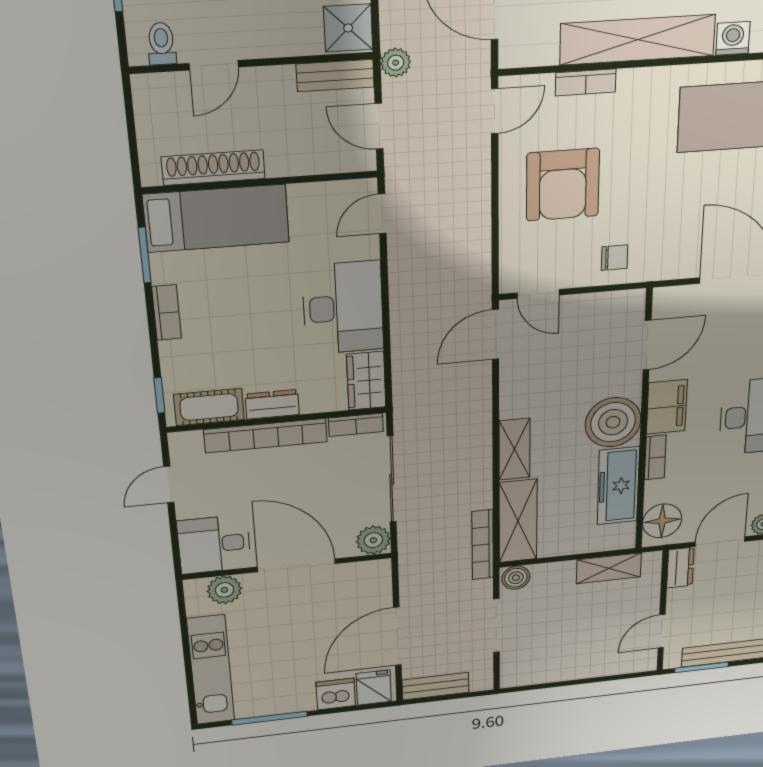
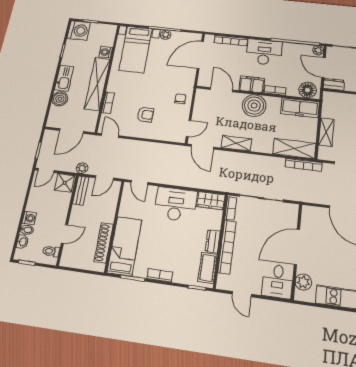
door: (214, 65) -> (64, 234), hinge flipped
armchair: (563, 185) -> (145, 115), width x0.53, depth x0.53
shelving: (514, 449) -> (236, 143), moved
freezer: (618, 486) -> (300, 108), moved
plant: (373, 540) -> (291, 211), removed
shelving: (609, 568) -> (326, 132), moved
boiler: (516, 578) -> (324, 153), removed

